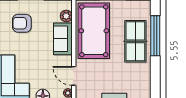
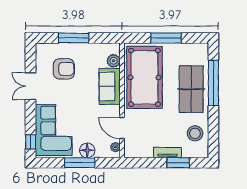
armchair: (22, 23) -> (64, 69), turned 180
stool: (139, 81) -> (195, 133), added

